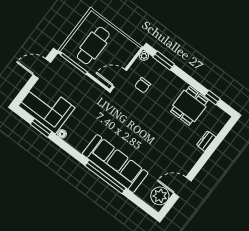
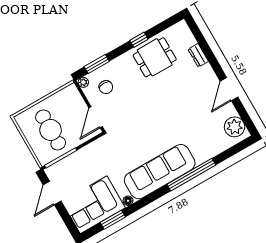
chair: (143, 85) -> (106, 87), moved
window: (212, 97) -> (139, 40), moved
dining table: (189, 106) -> (155, 57), turned 90
sofa: (115, 164) -> (160, 172), moved
door: (182, 187) -> (229, 89), moved

